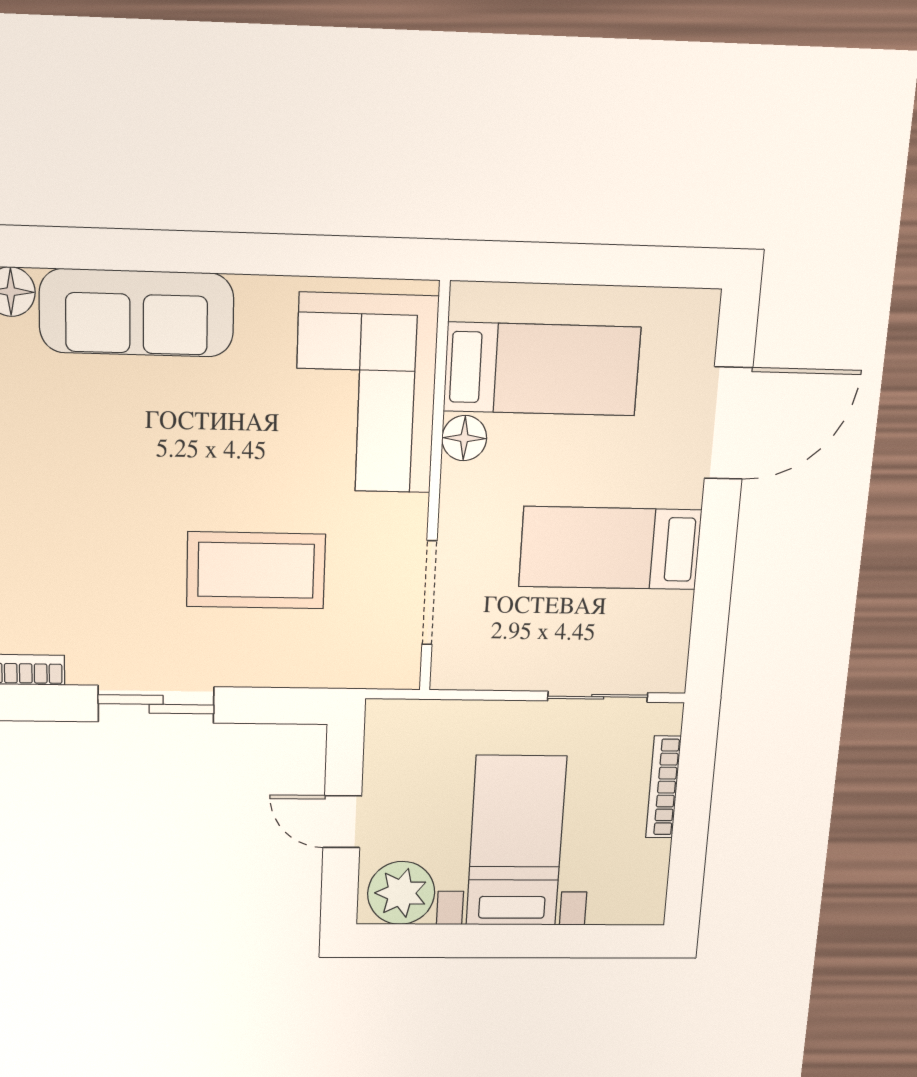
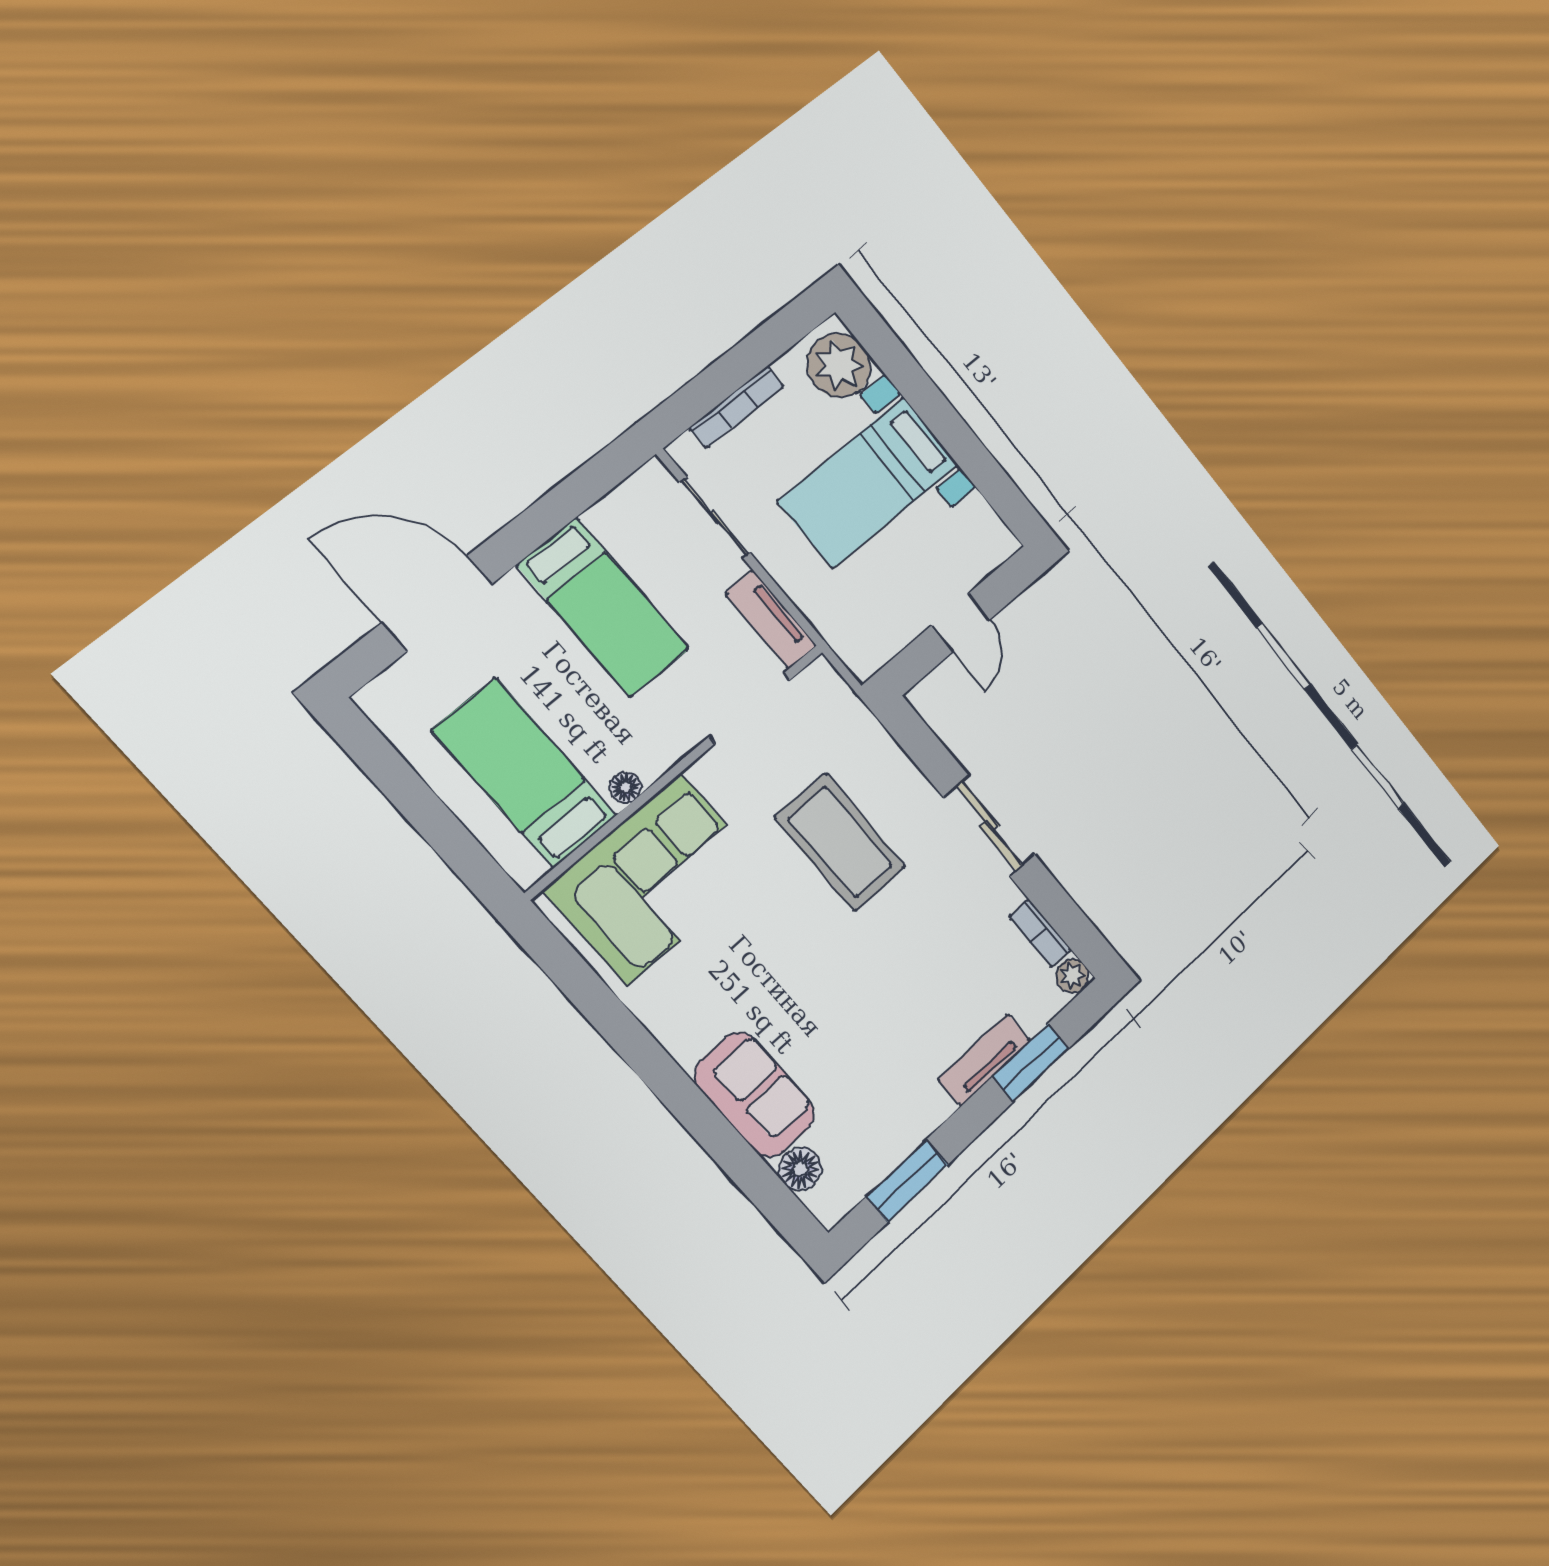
sofa: (137, 313) -> (755, 1095), width x0.73
floor lamp: (464, 438) -> (625, 788), width x0.73, depth x0.73
tv unit: (482, 672) -> (771, 620), added
plant: (401, 893) -> (839, 365), moved

